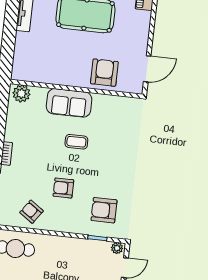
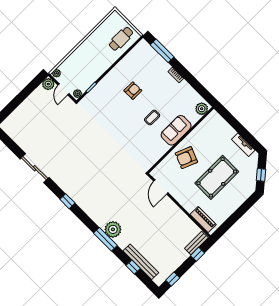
armchair: (104, 73) -> (186, 158), moved, turned 112
armchair: (104, 210) -> (103, 103), removed
armchair: (32, 212) -> (134, 63), removed

